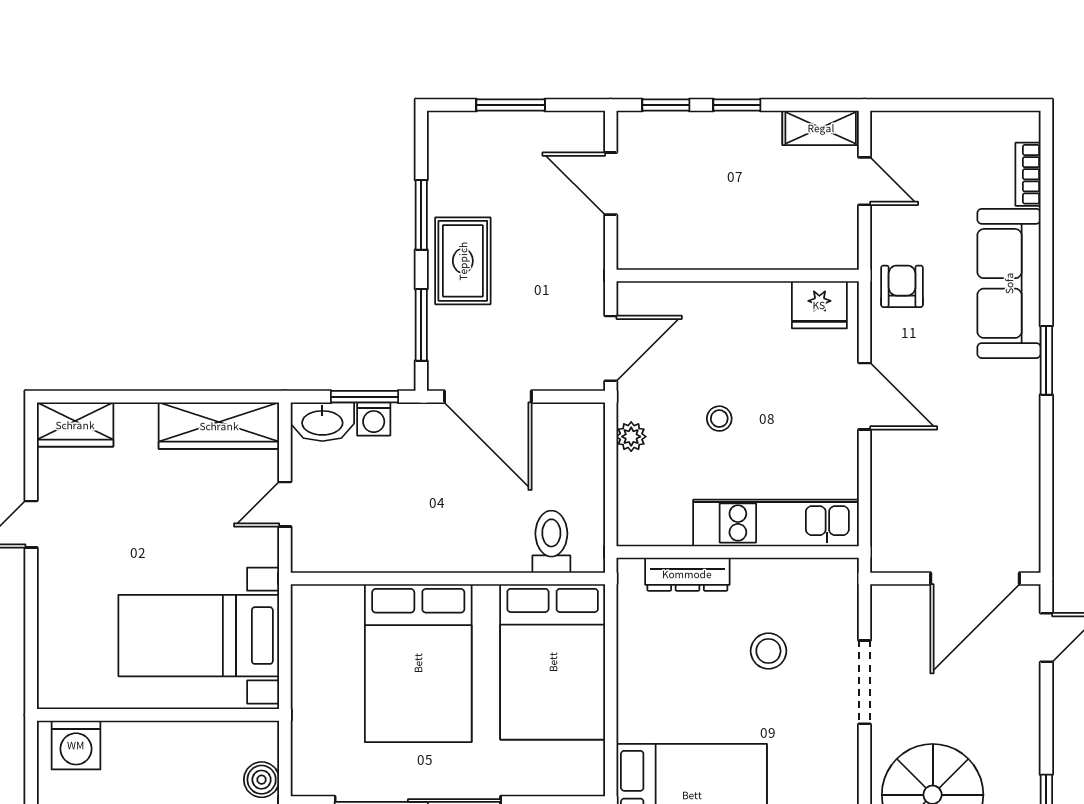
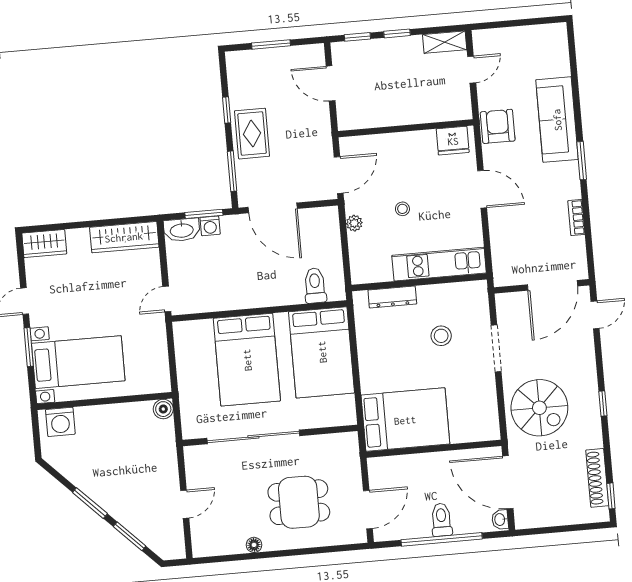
bookcase: (1028, 174) -> (576, 218), moved
door: (865, 181) -> (472, 70), hinge flipped
window: (421, 215) -> (227, 110), width x0.67
armchair: (902, 286) -> (498, 126), width x1.38, depth x1.38
door: (285, 504) -> (167, 299), moved
window: (31, 607) -> (29, 347), added
bed with nightstands: (199, 636) -> (78, 362), moved, turned 180
boiler: (262, 780) -> (163, 409), moved

